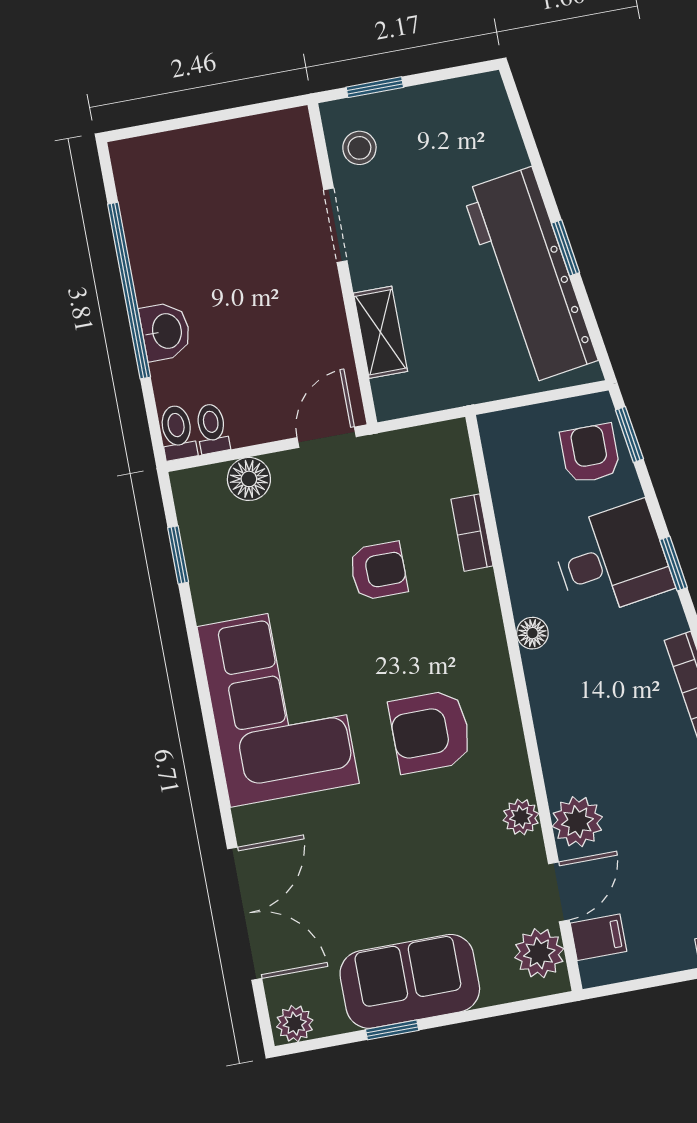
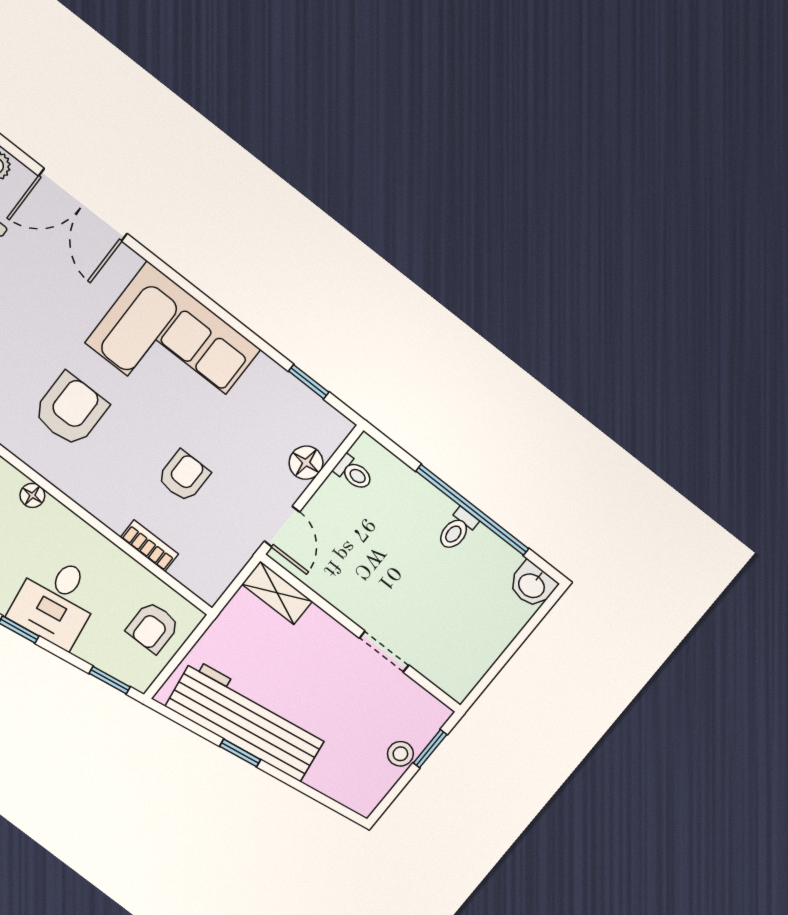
stool: (359, 148) -> (400, 754), moved
washbasin: (166, 331) -> (532, 585), moved
shelving: (380, 332) -> (277, 593), moved
toilet: (177, 432) -> (457, 530), moved, turned 90
armchair: (590, 453) -> (153, 627), moved, turned 90
armchair: (378, 571) -> (184, 476), turned 180
floor lamp: (532, 633) -> (32, 495), moved

